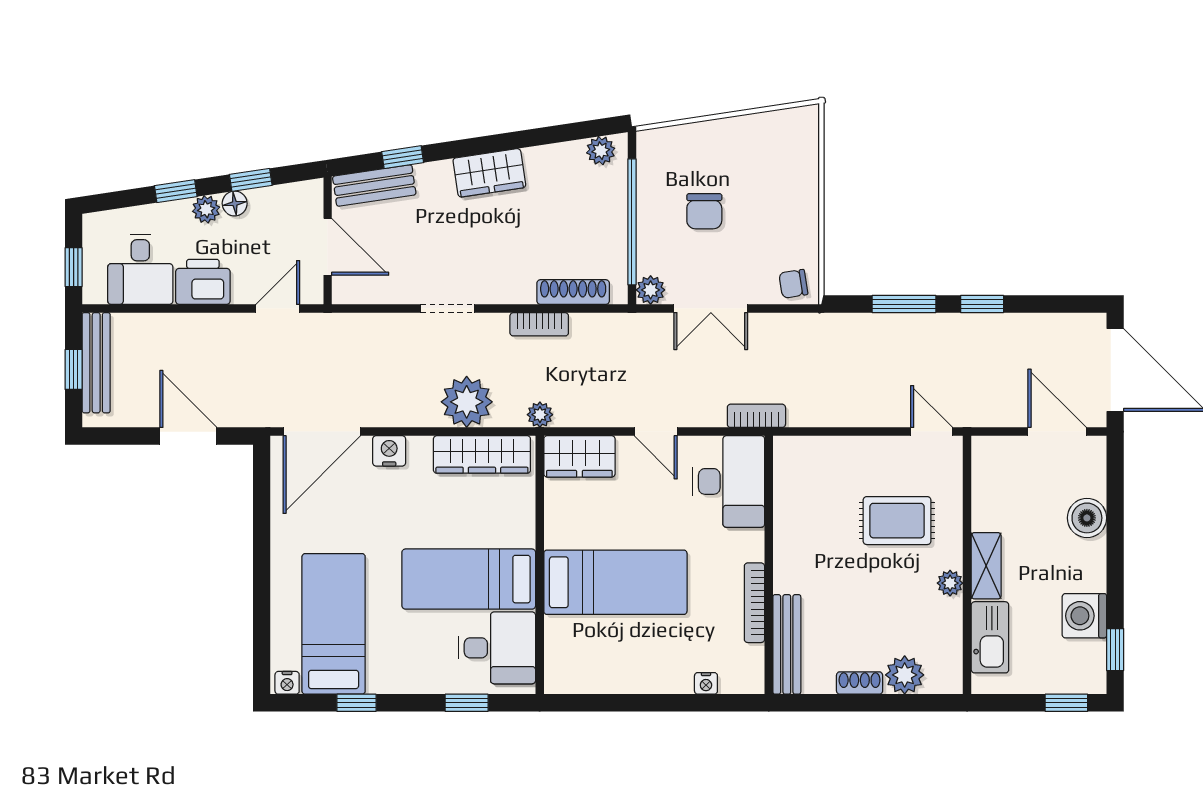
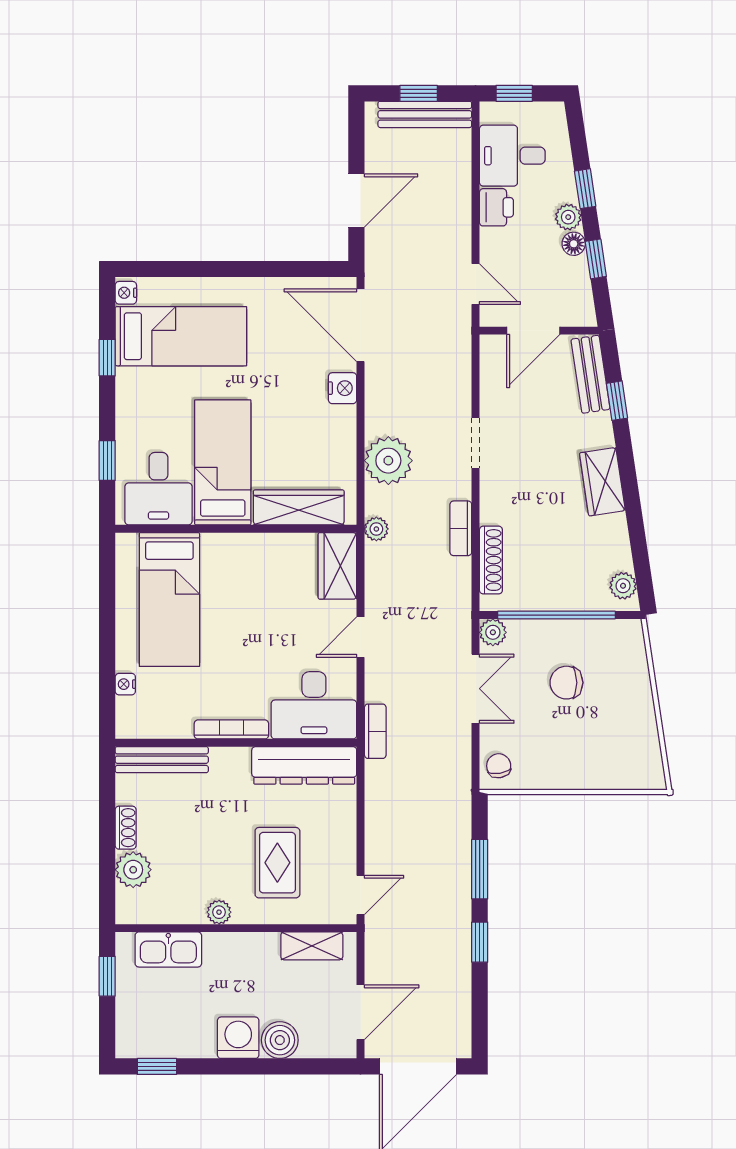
printer: (203, 282) -> (496, 207), width x0.73, depth x0.81
double door: (711, 308) -> (476, 689), swing flipped
wardrobe: (482, 454) -> (299, 507), moved, turned 90
dresser: (793, 492) -> (304, 765), added
shelving: (986, 566) -> (312, 946), moved
bed: (615, 582) -> (169, 600), moved
bookcase: (754, 603) -> (231, 729), moved
washing machine: (1084, 616) -> (238, 1038), moved
window: (1066, 703) -> (107, 976), moved

